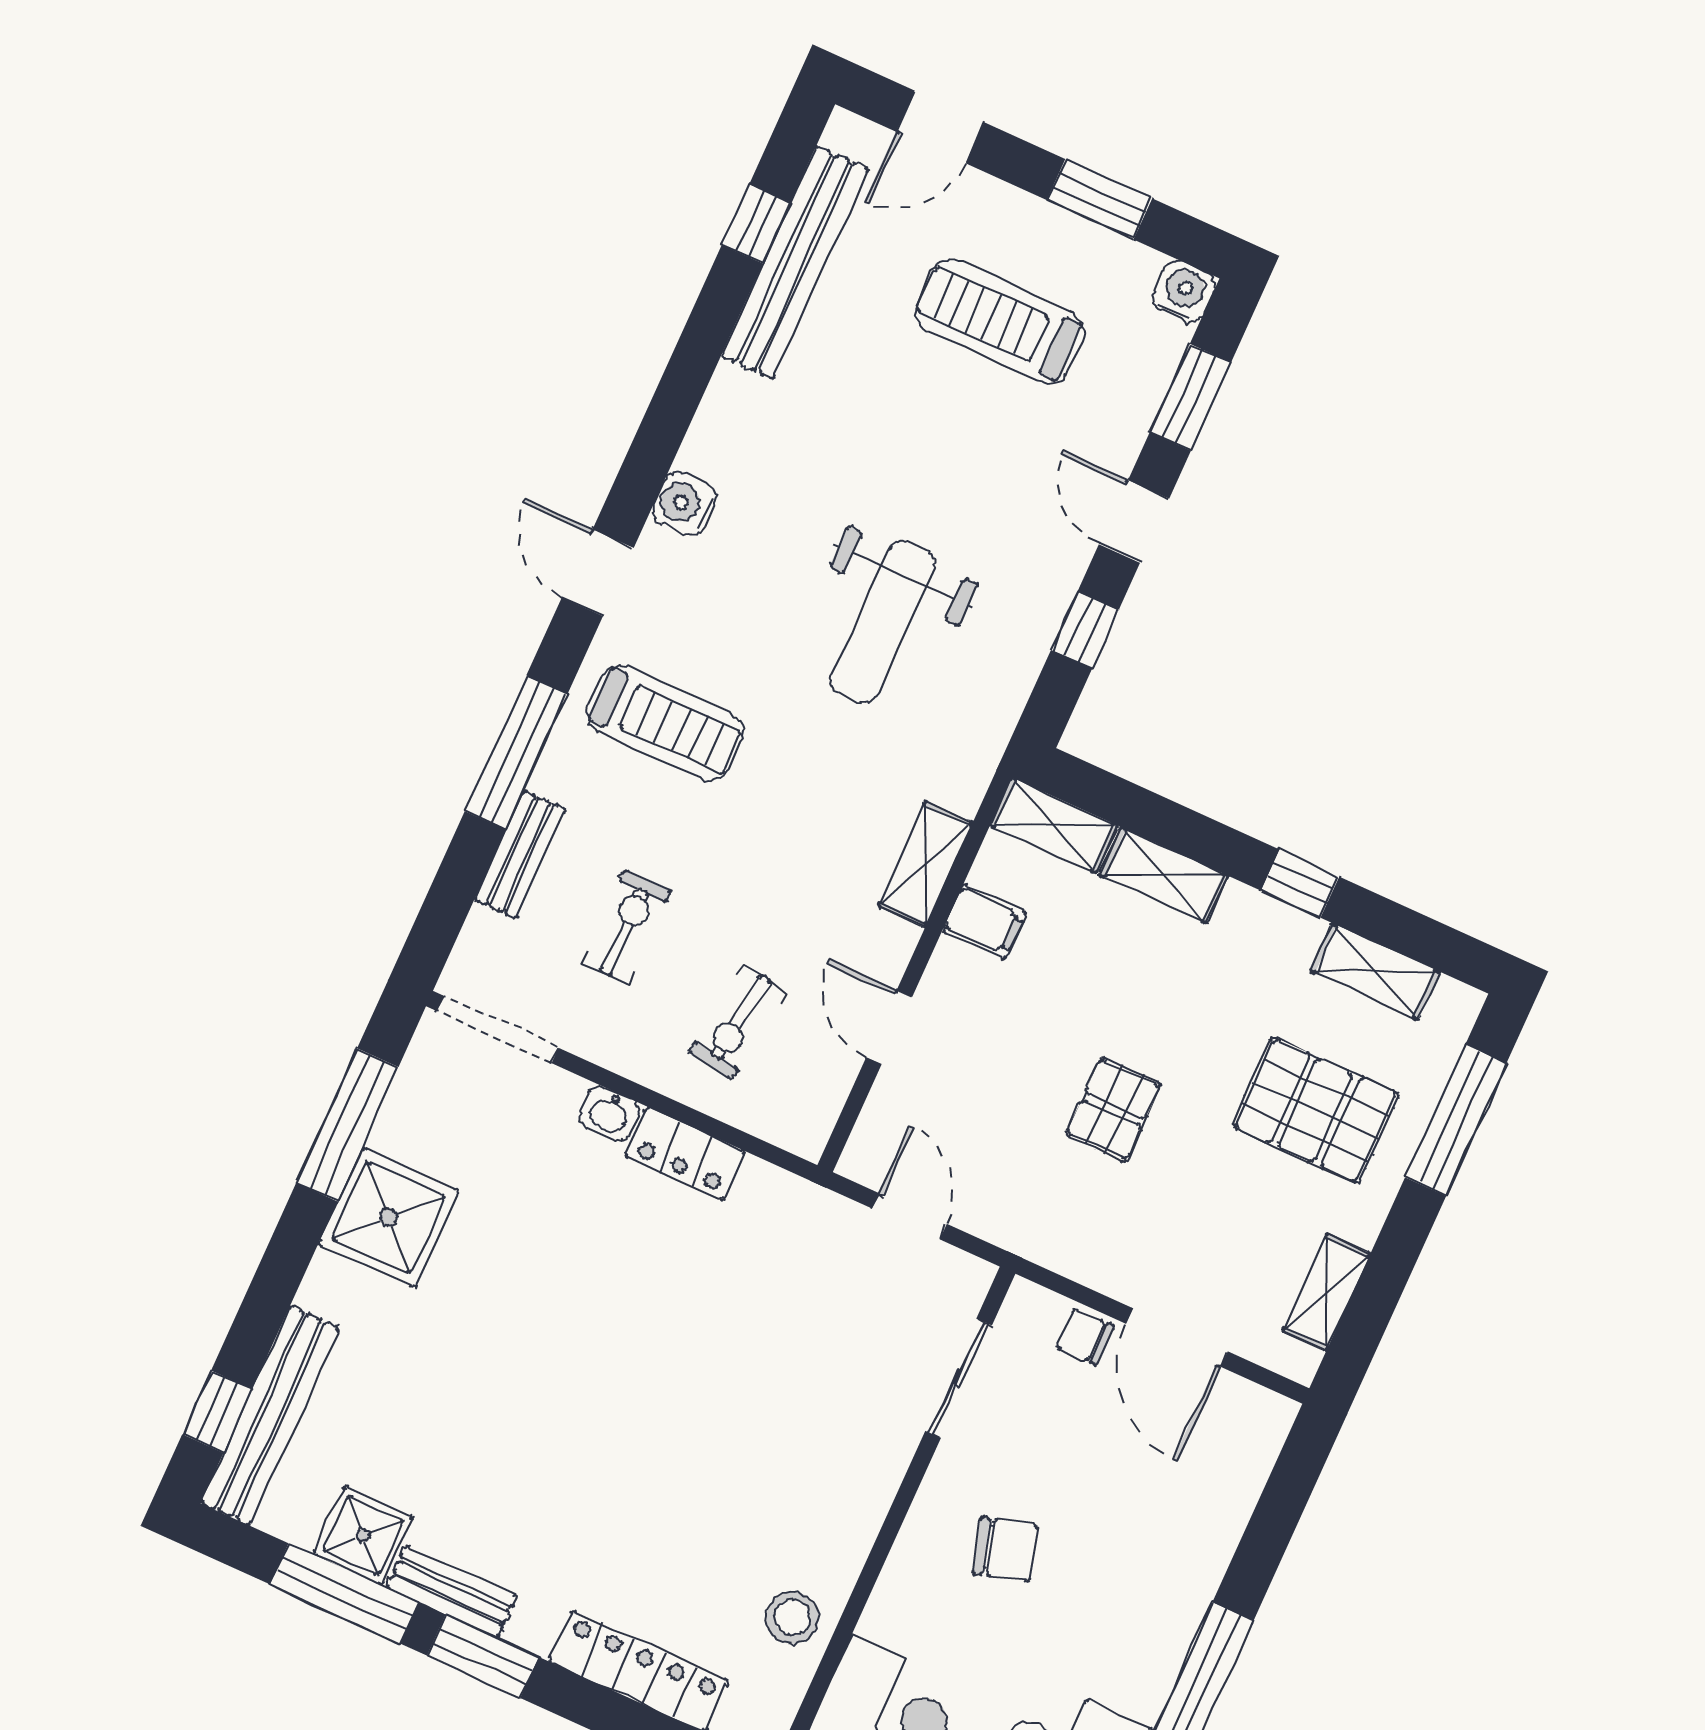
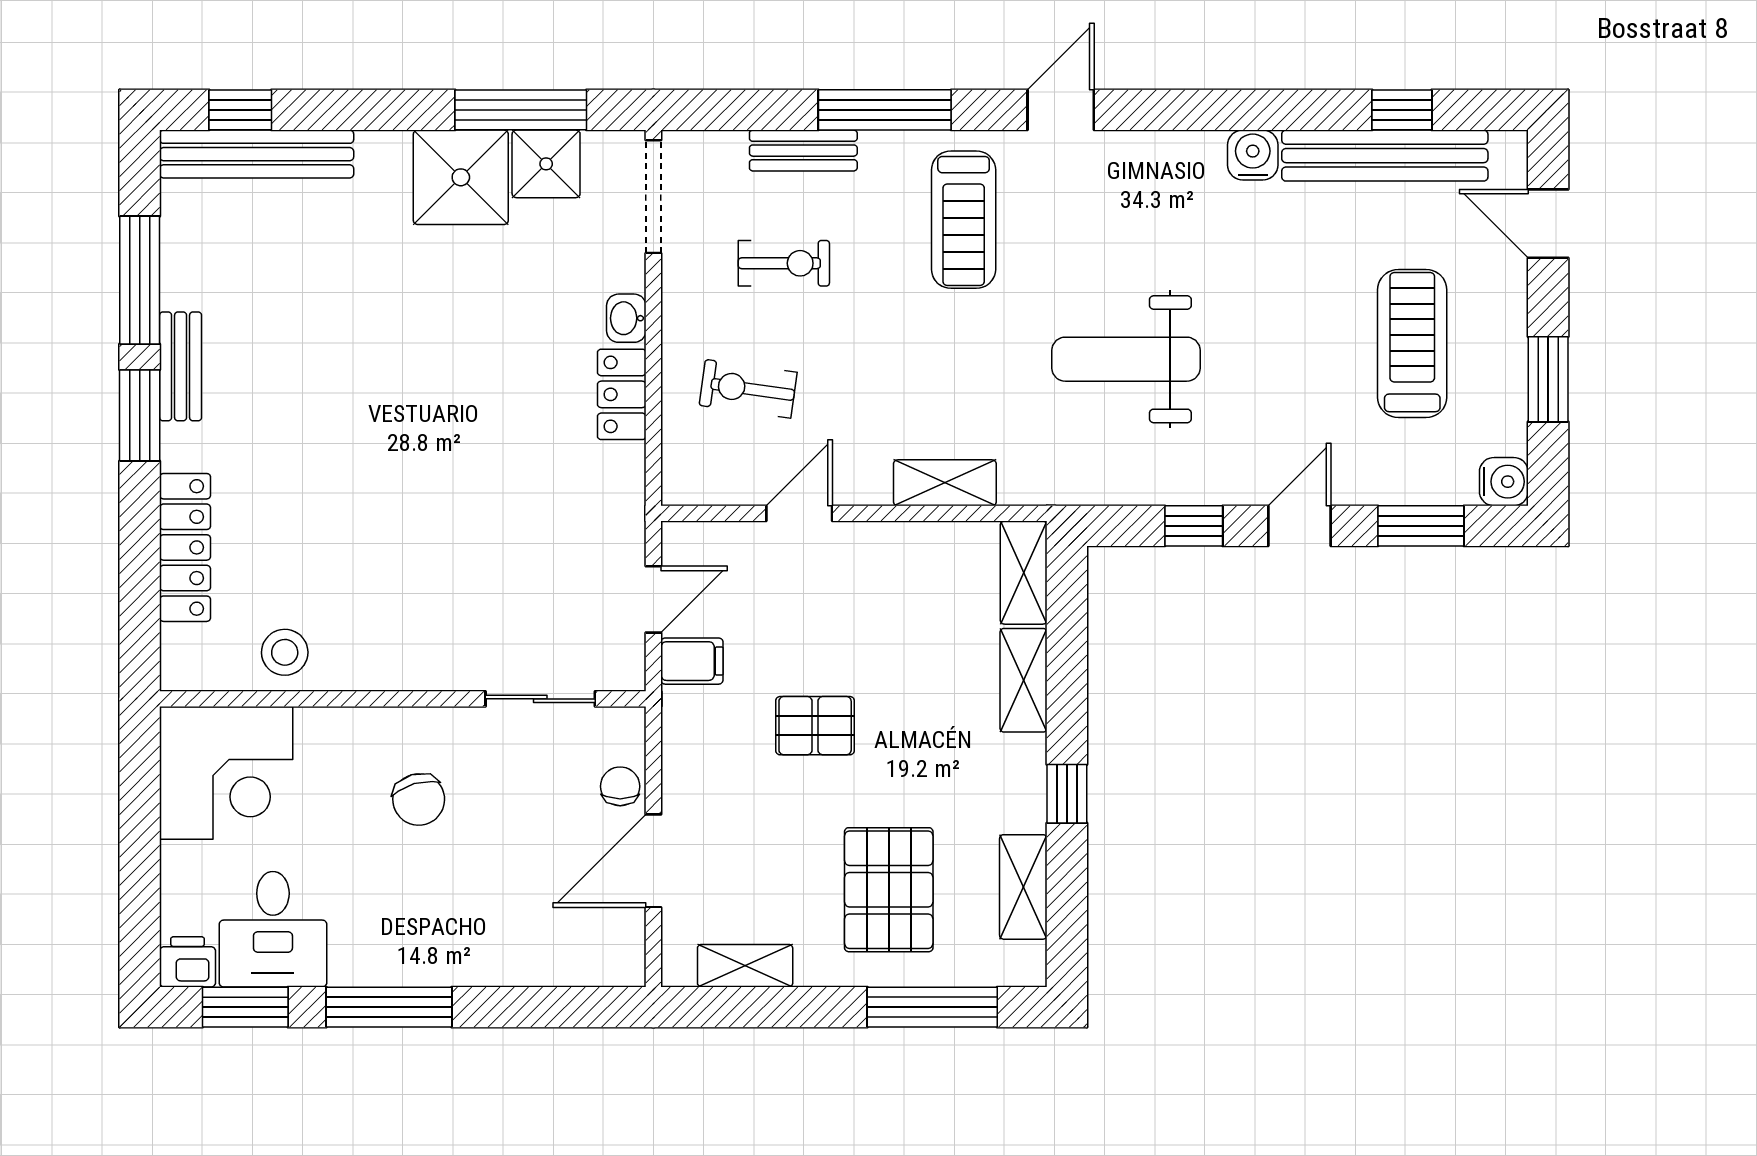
water cooler: (685, 504) -> (1253, 155), moved
filing cabinet: (985, 922) -> (692, 661), moved, turned -90
shower: (363, 1535) -> (546, 164), moved

